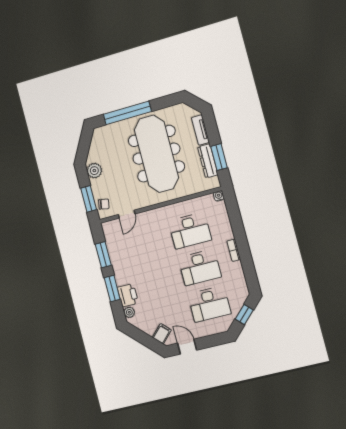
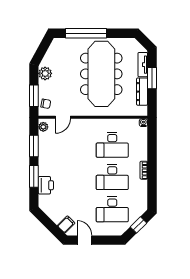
window: (219, 157) -> (152, 78), moved
plant: (129, 312) -> (43, 127), moved

